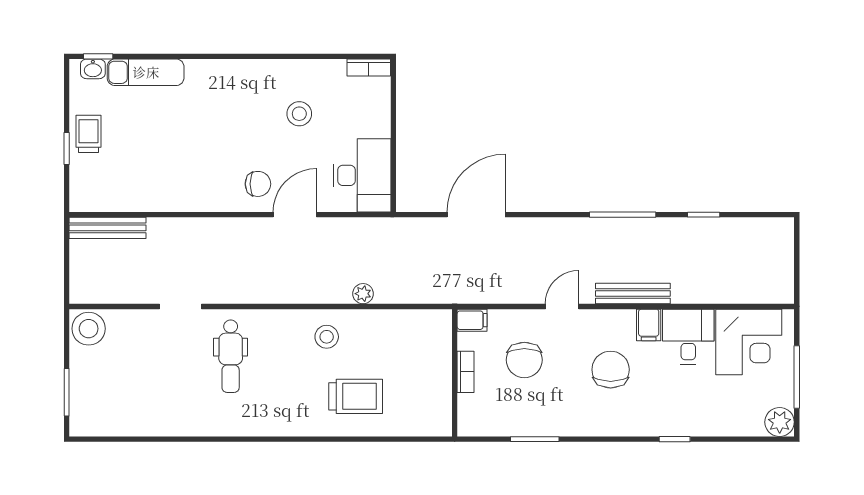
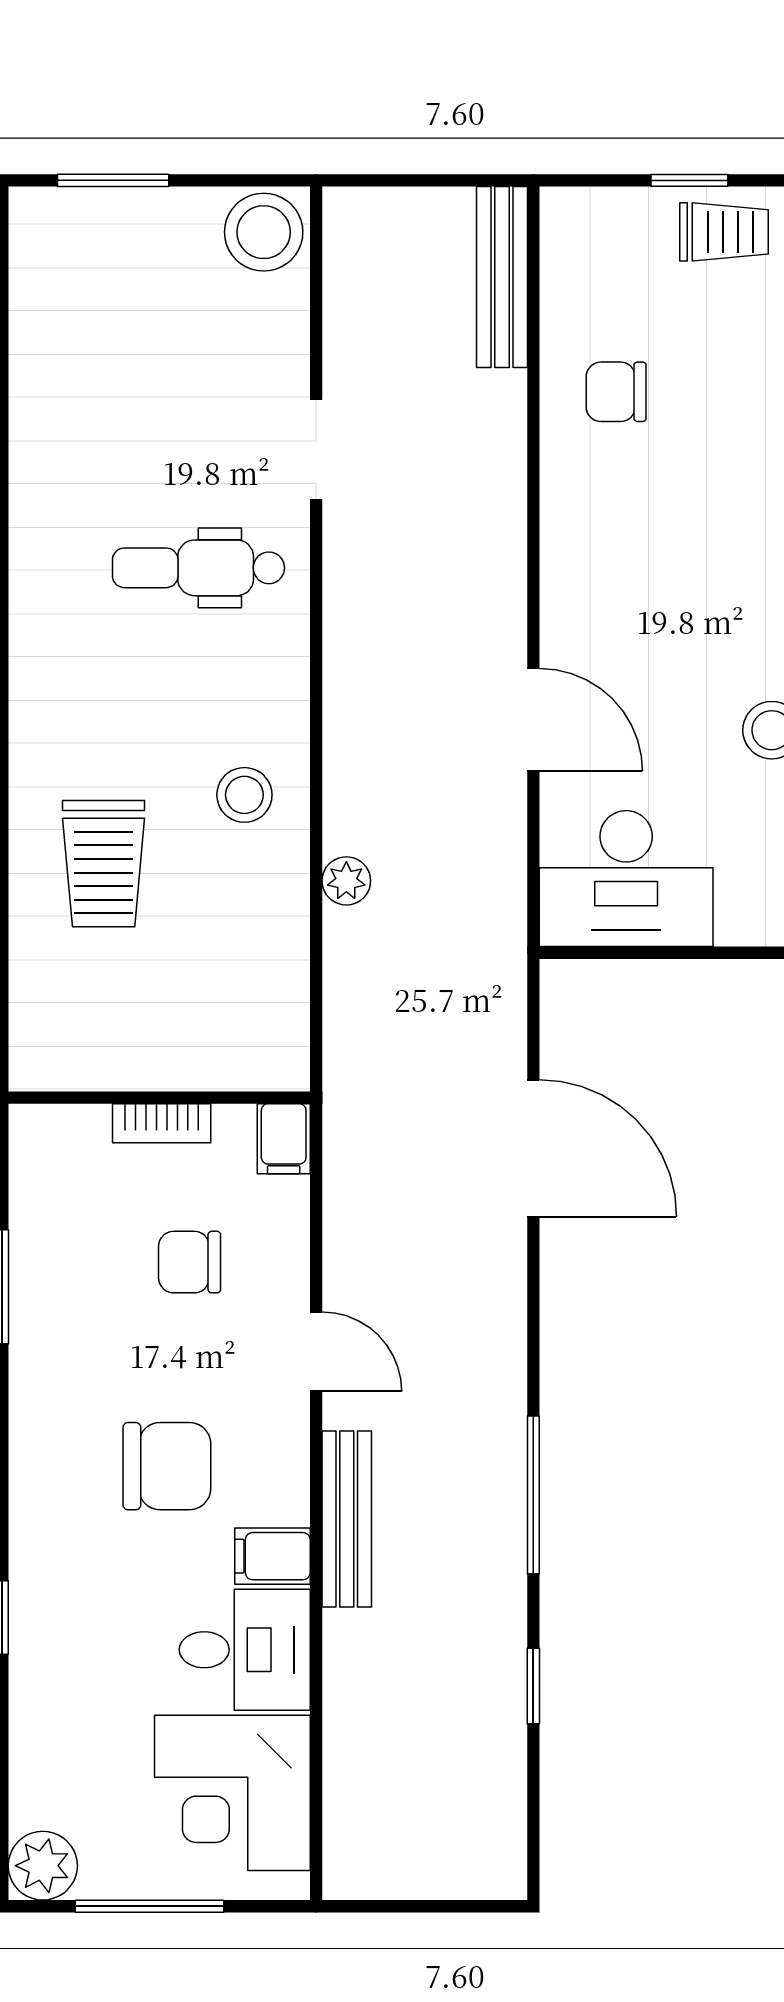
chair: (258, 184) -> (616, 392), moved, turned 90
chair: (524, 360) -> (190, 1262), width x0.73, depth x0.73

